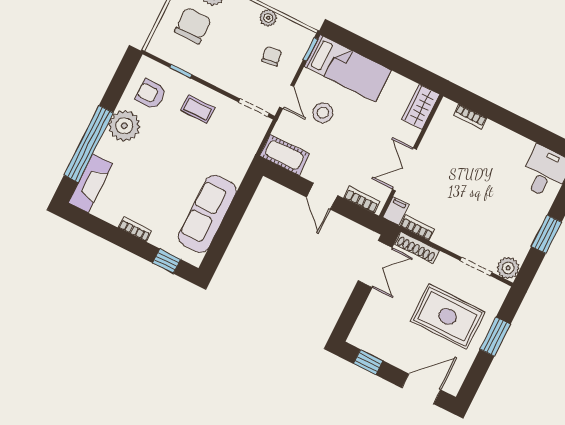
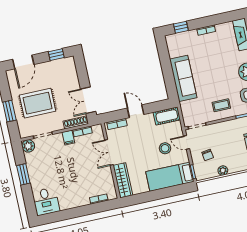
wardrobe: (421, 107) -> (123, 180), width x1.50
double door: (404, 169) -> (109, 152), swing flipped
filing cabinet: (396, 211) -> (68, 138), moved
sofa: (207, 214) -> (183, 78), moved

